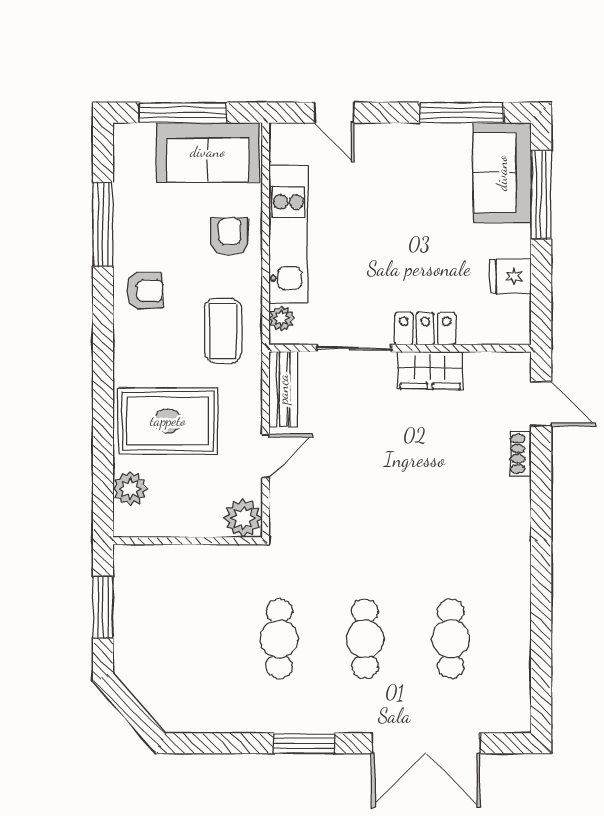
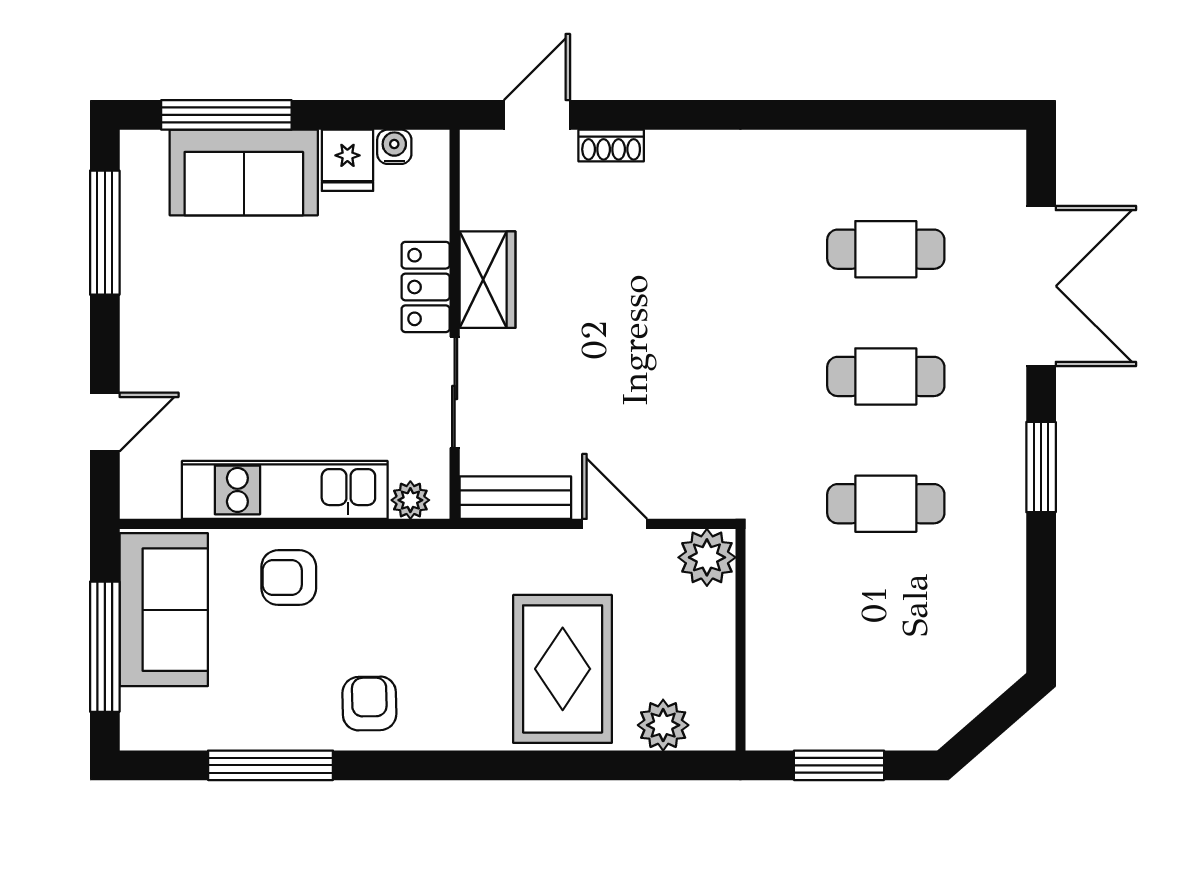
sofa: (502, 173) -> (244, 172), moved
water cooler: (520, 308) -> (394, 147), added
coffee table: (223, 331) -> (428, 587), removed

